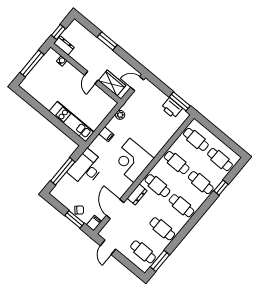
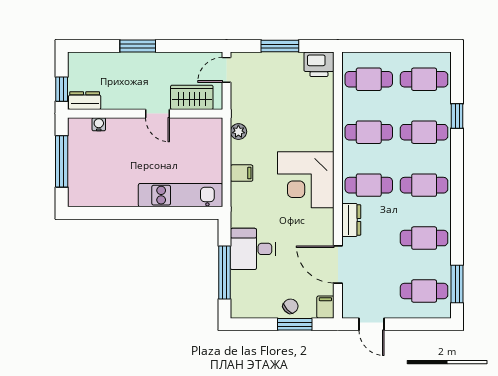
window: (180, 101) -> (280, 46), moved
printer: (172, 108) -> (319, 64), moved
desk: (86, 168) -> (253, 249), width x0.73

